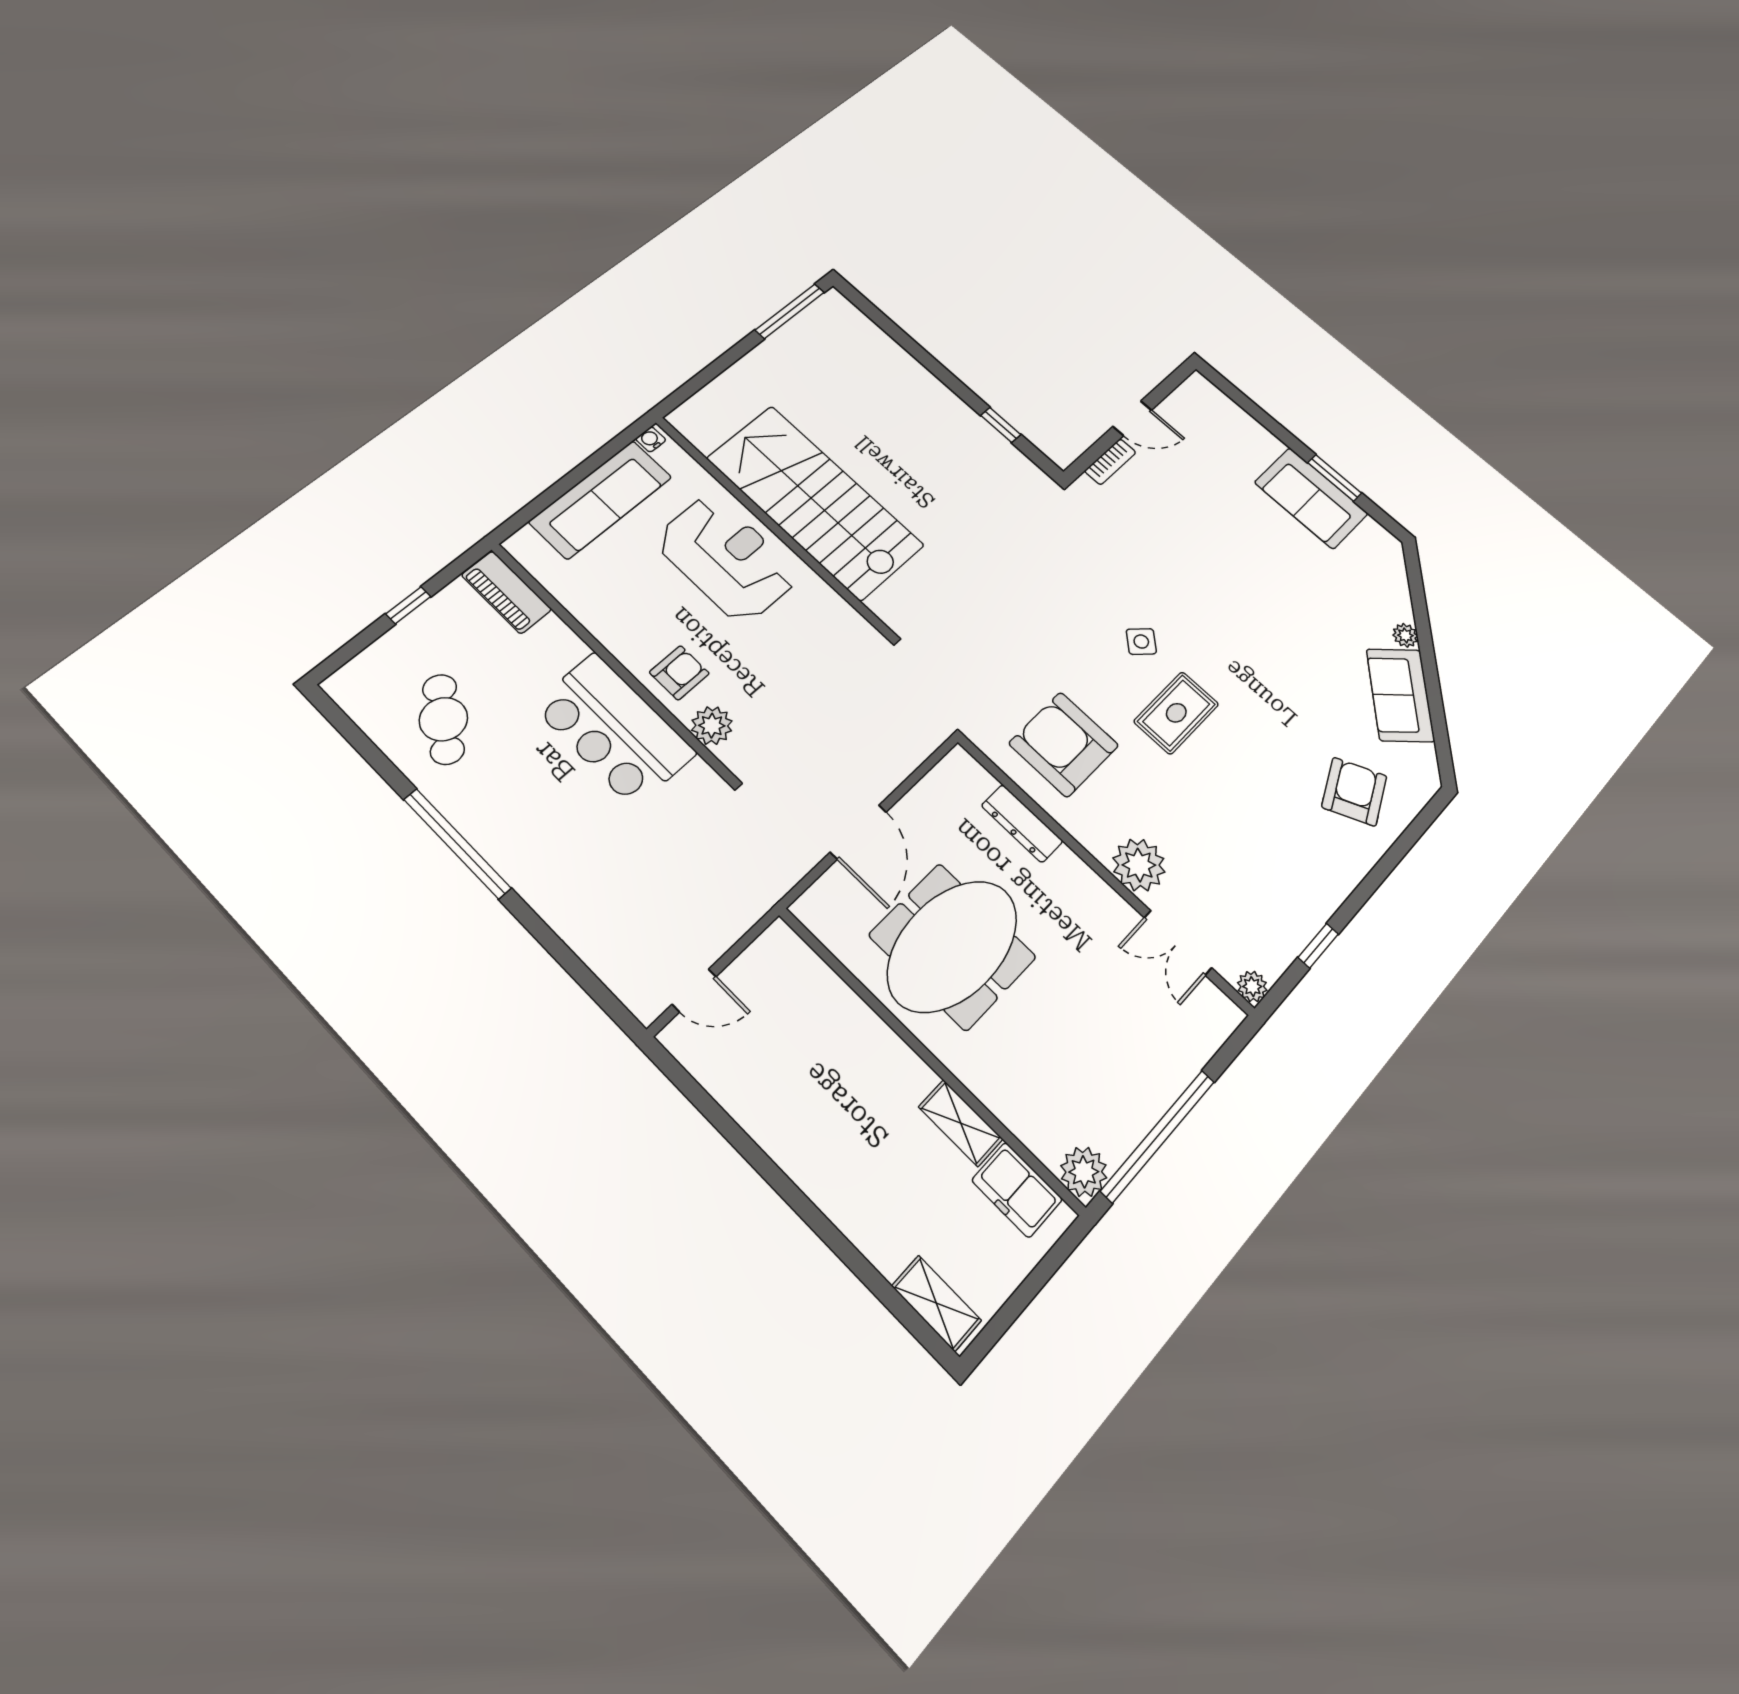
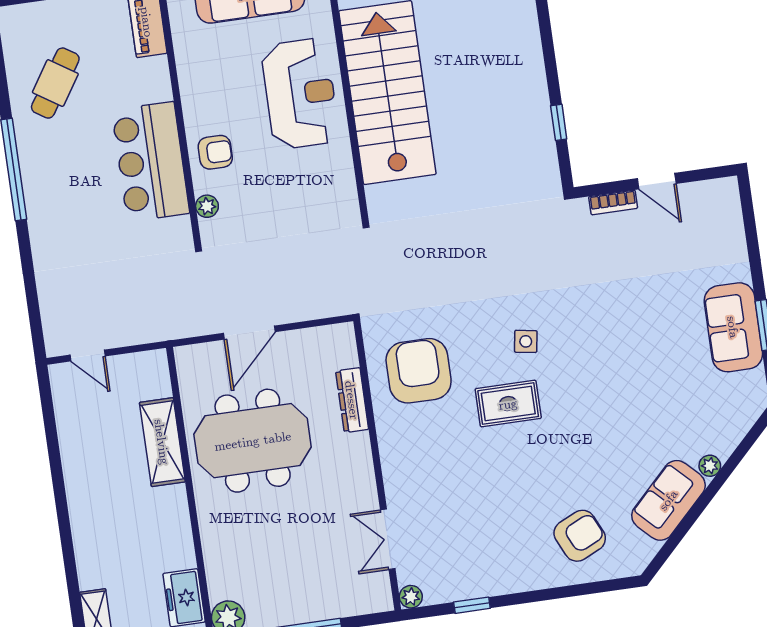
side table: (1141, 641) -> (526, 341), turned -33
plant: (712, 726) -> (207, 206), width x0.73, depth x0.73
plant: (1139, 865) -> (403, 478), removed
shelving: (961, 1123) -> (162, 442), moved, width x1.50, depth x1.33

